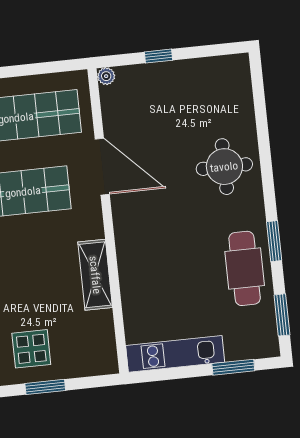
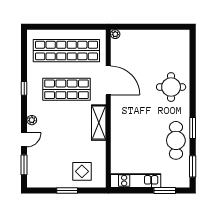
window: (159, 56) -> (143, 27), removed
shelving: (95, 275) -> (99, 123), moved
display table: (31, 349) -> (82, 171), moved

